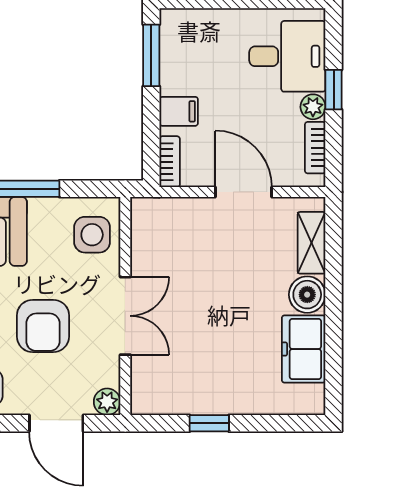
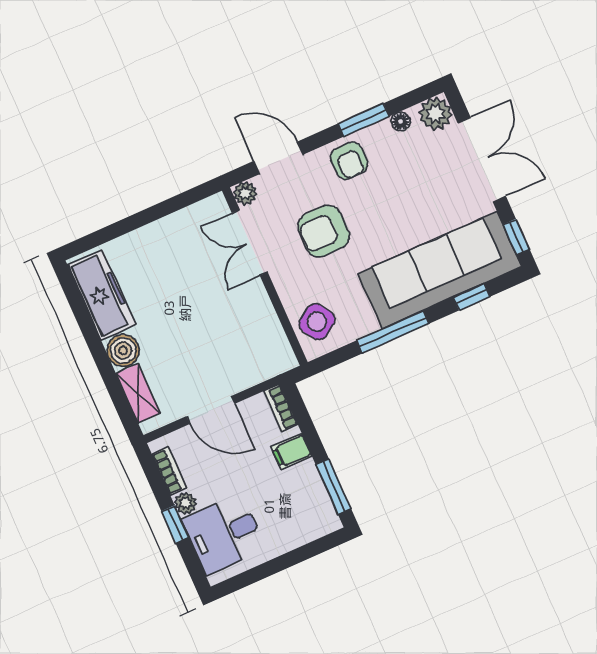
side table: (92, 235) -> (317, 322), turned -34
double door: (125, 316) -> (250, 243), moved
armchair: (43, 326) -> (324, 231), turned -90
freezer: (304, 349) -> (102, 295), width x1.40
window: (209, 423) -> (156, 212), removed

